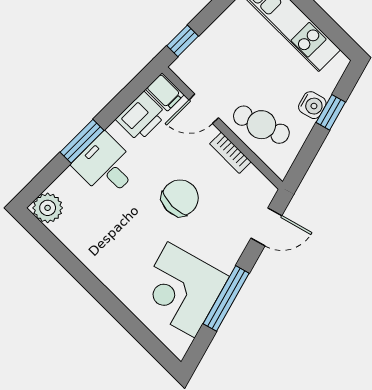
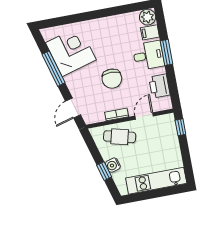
filing cabinet: (165, 92) -> (150, 32), moved
cafe table: (261, 125) -> (120, 137), turned 33

